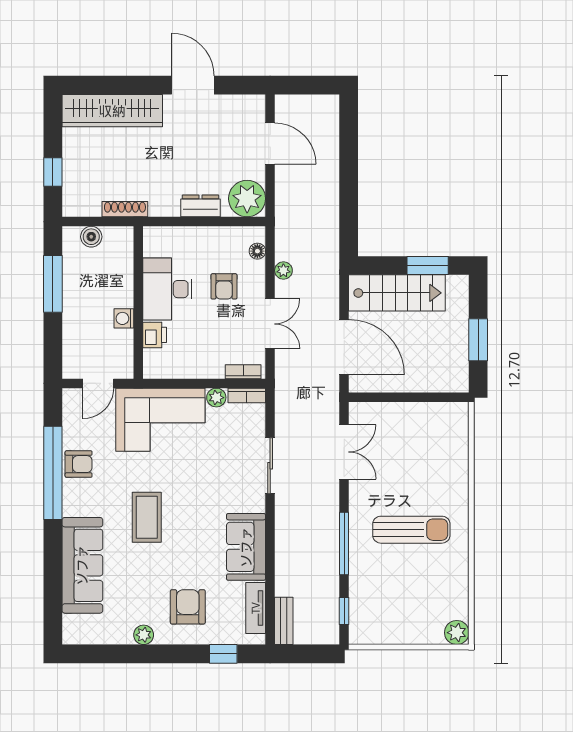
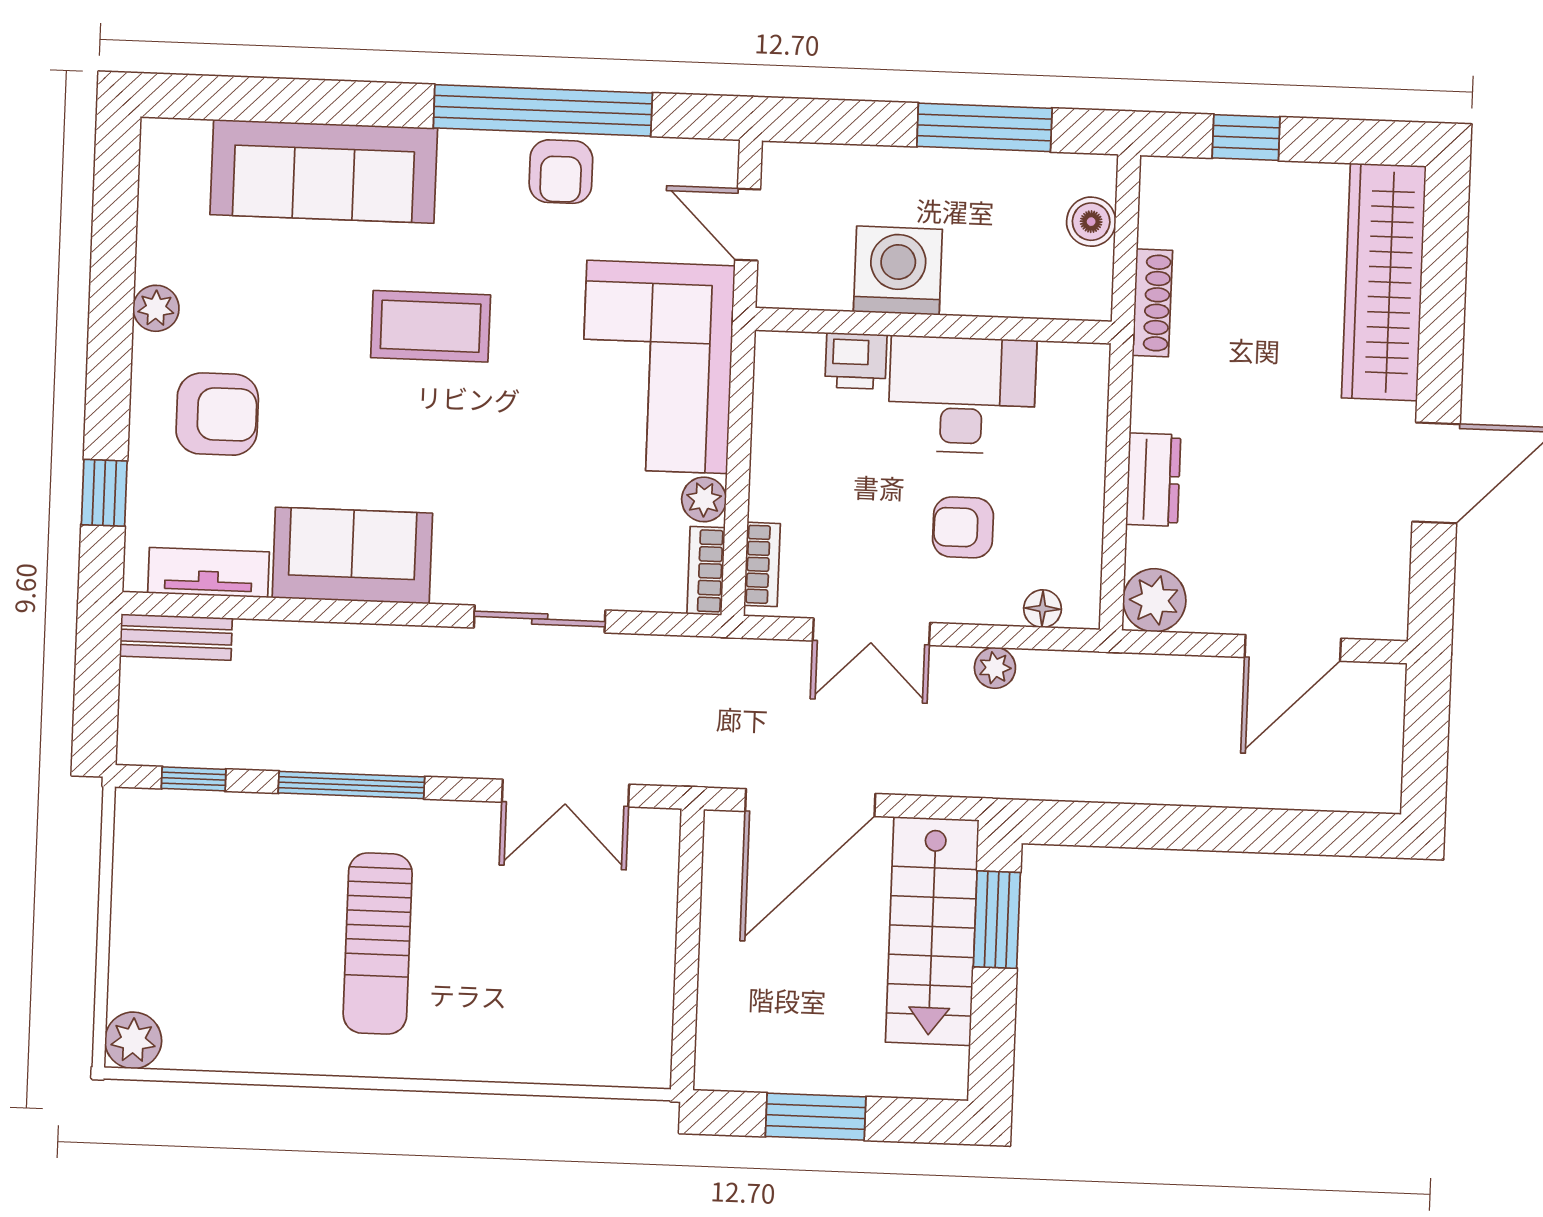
plant: (247, 199) -> (1154, 600), width x0.73, depth x0.73
window: (428, 265) -> (997, 920), moved
washing machine: (124, 318) -> (898, 271), width x1.89, depth x1.89

